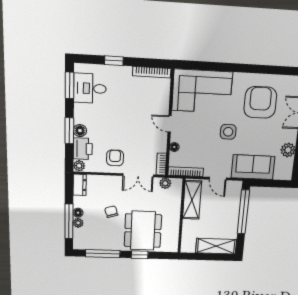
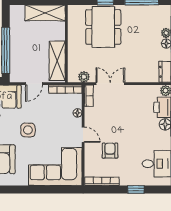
armchair: (115, 158) -> (110, 151), moved, turned 180
door: (218, 179) -> (34, 84), swing flipped
chair: (111, 212) -> (135, 46), removed
shelving: (216, 246) -> (45, 13), moved

